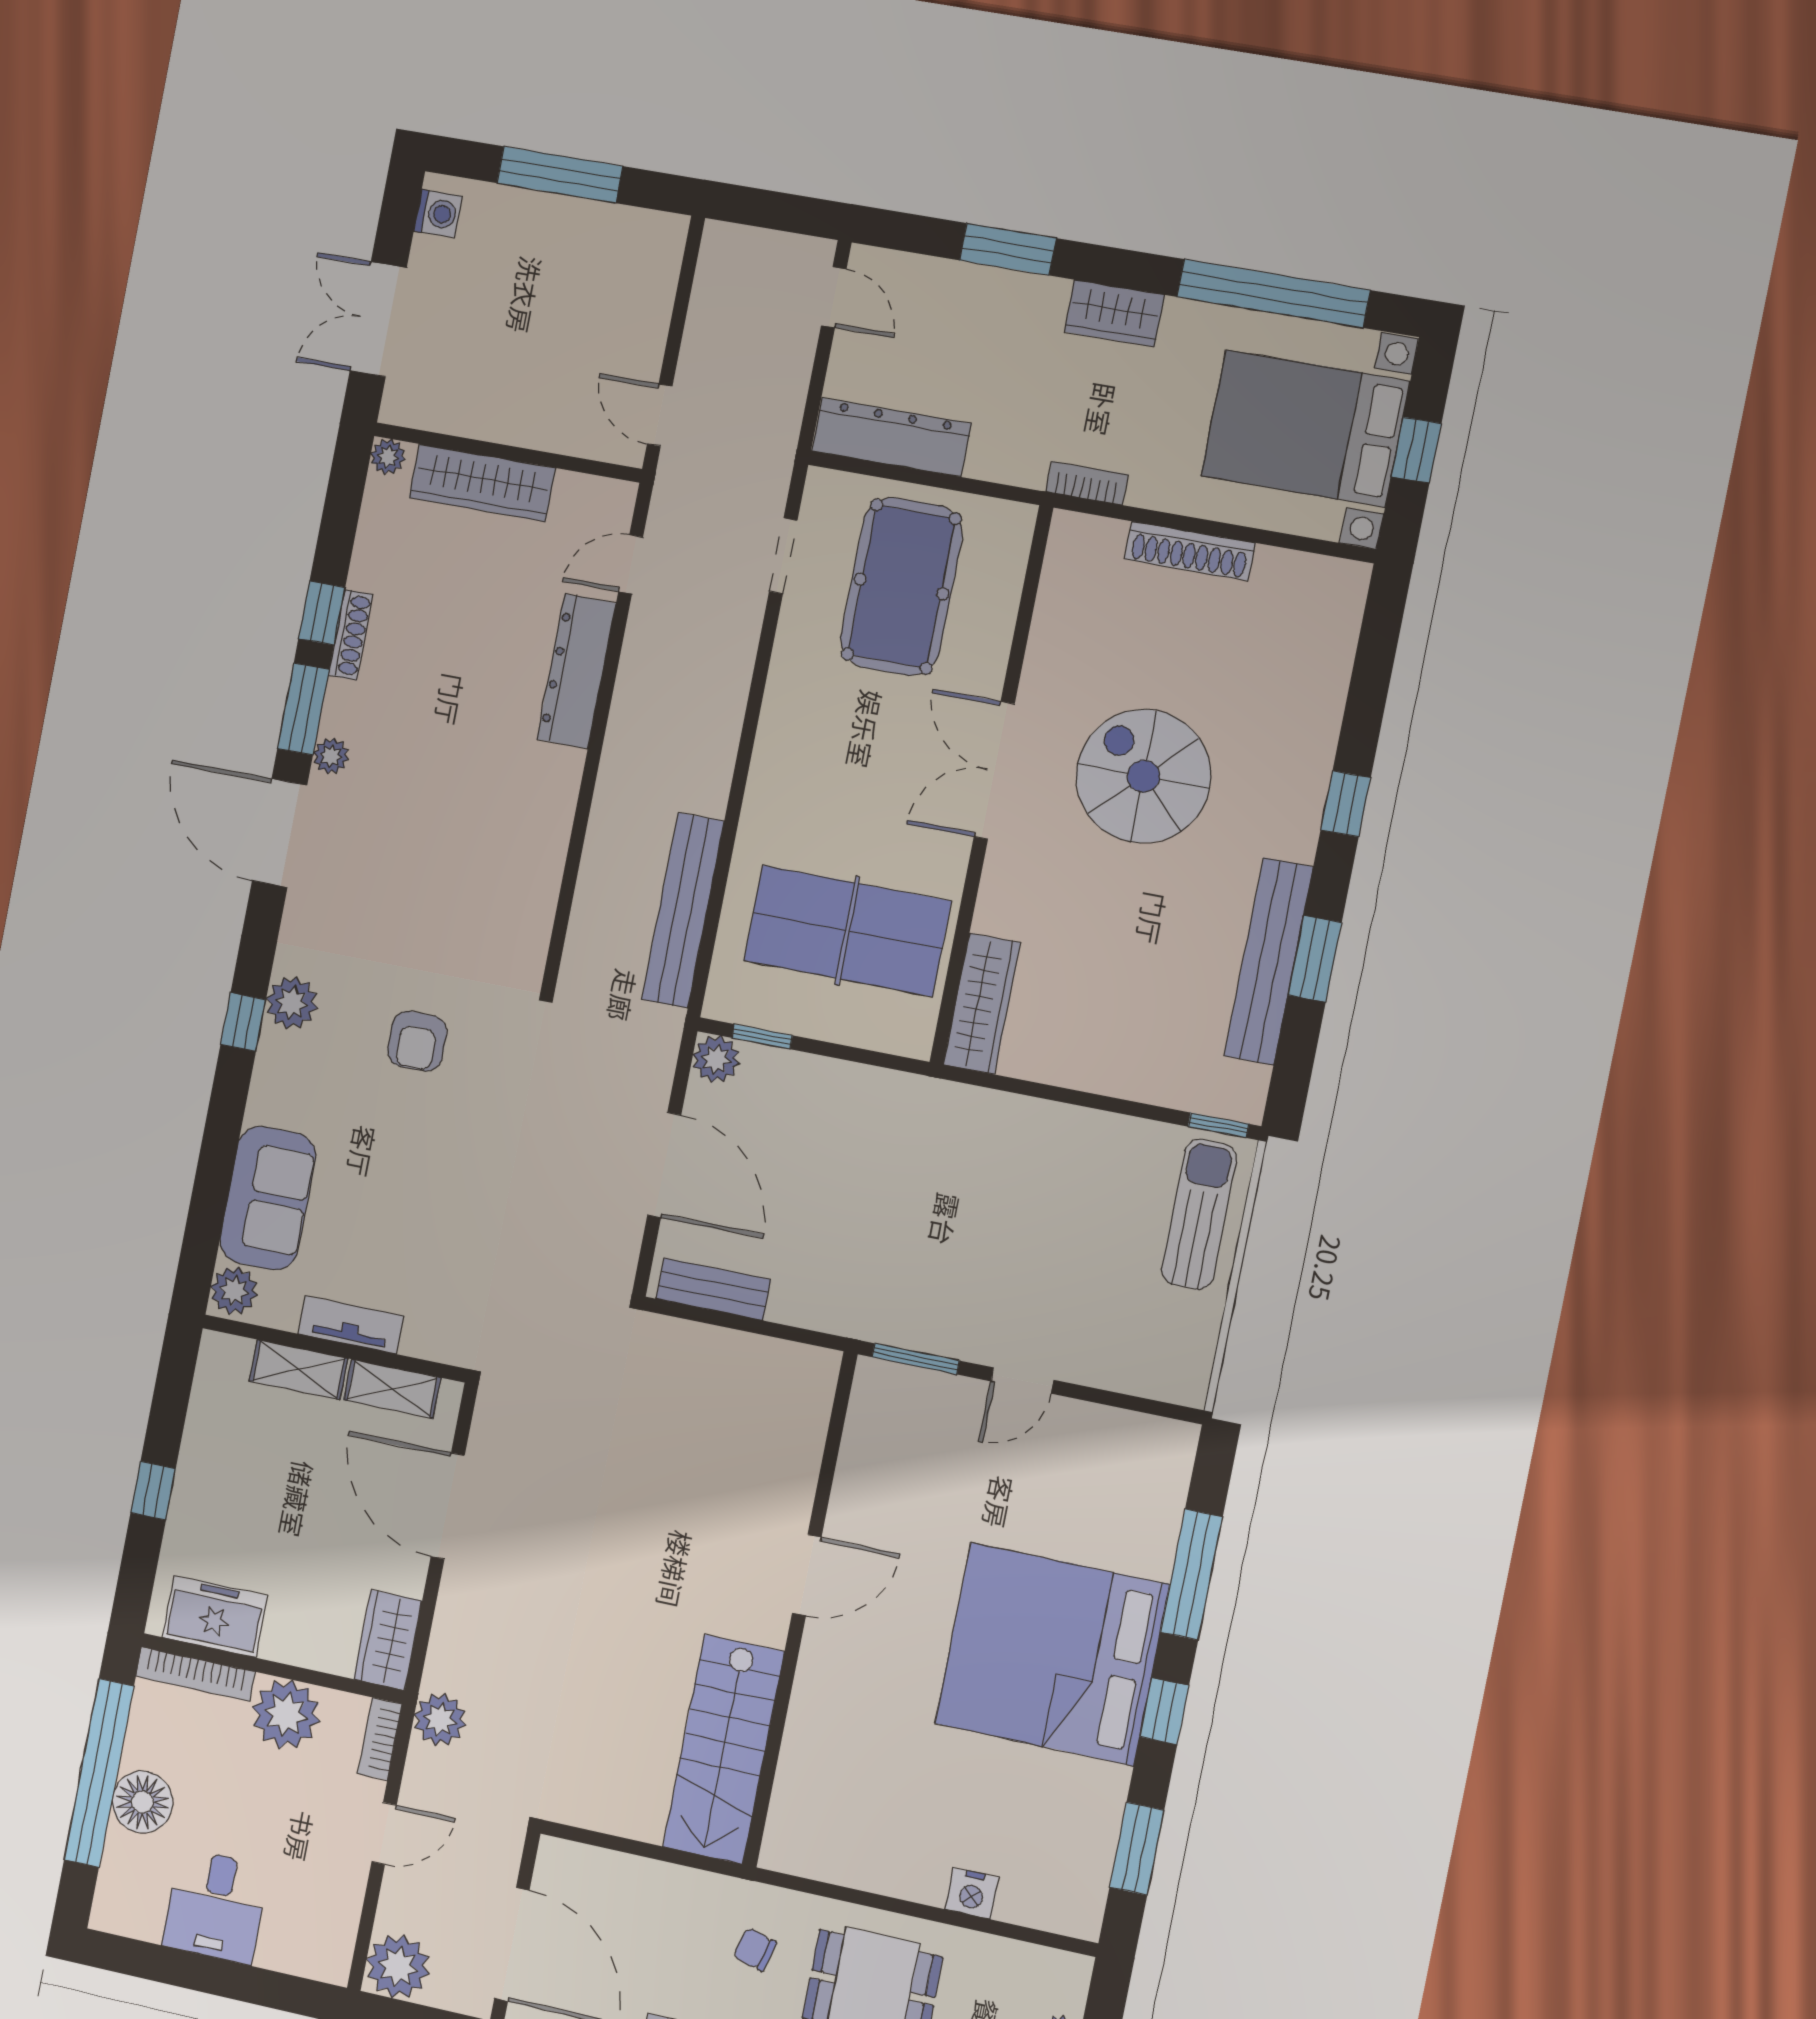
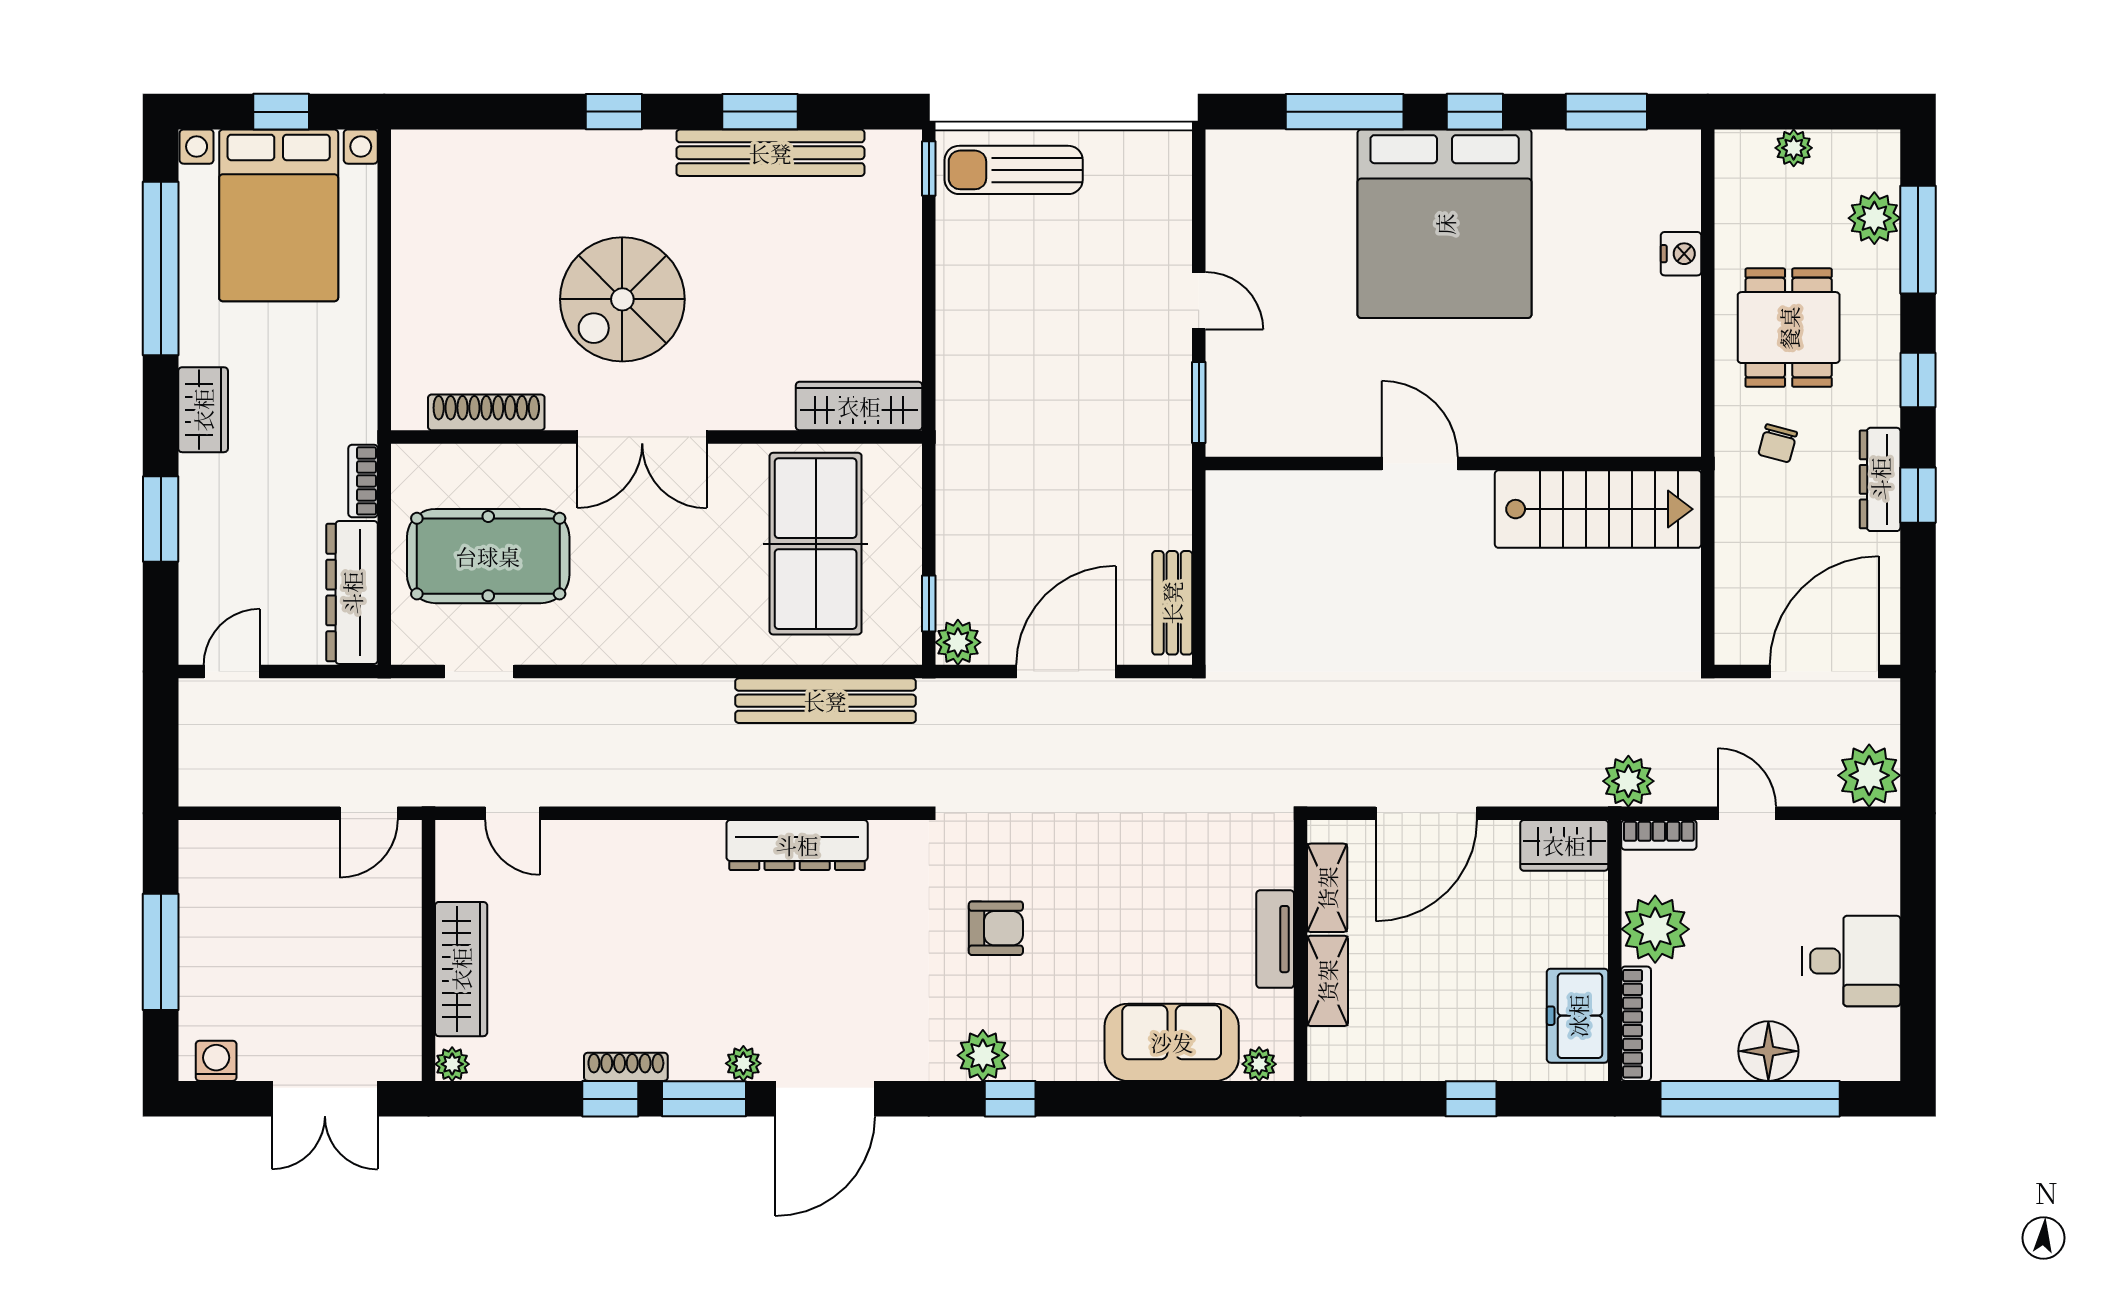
bookcase: (1087, 483) -> (363, 481), moved
shoe rack: (1190, 551) -> (486, 412), moved, turned -90
dresser: (576, 671) -> (797, 845), moved
plant: (234, 1291) -> (1259, 1064), width x0.73, depth x0.73

